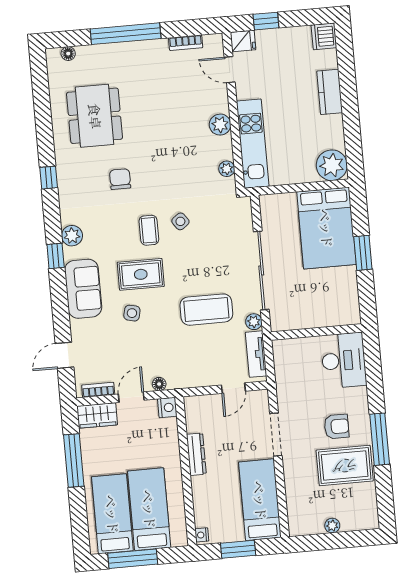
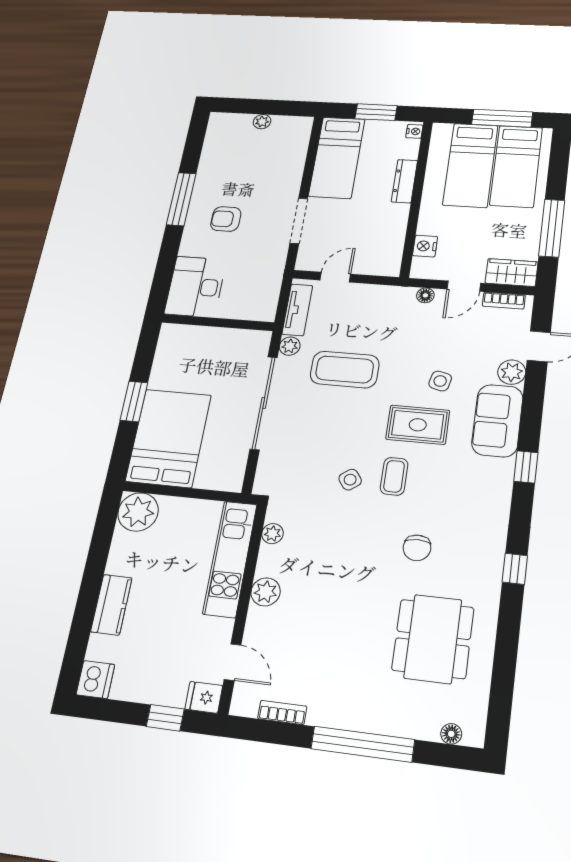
plant: (72, 236) -> (512, 372), moved
nightstand: (167, 408) -> (425, 246), moved
dresser: (196, 454) -> (404, 181), moved
rug: (345, 466) -> (229, 178), removed

